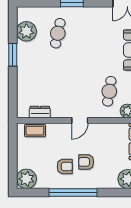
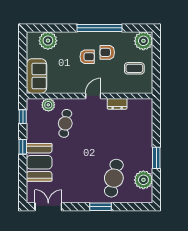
cafe table: (58, 33) -> (114, 178), width x1.37, depth x1.35
dresser: (40, 112) -> (117, 104), moved
coffee table: (35, 131) -> (134, 68), moved

